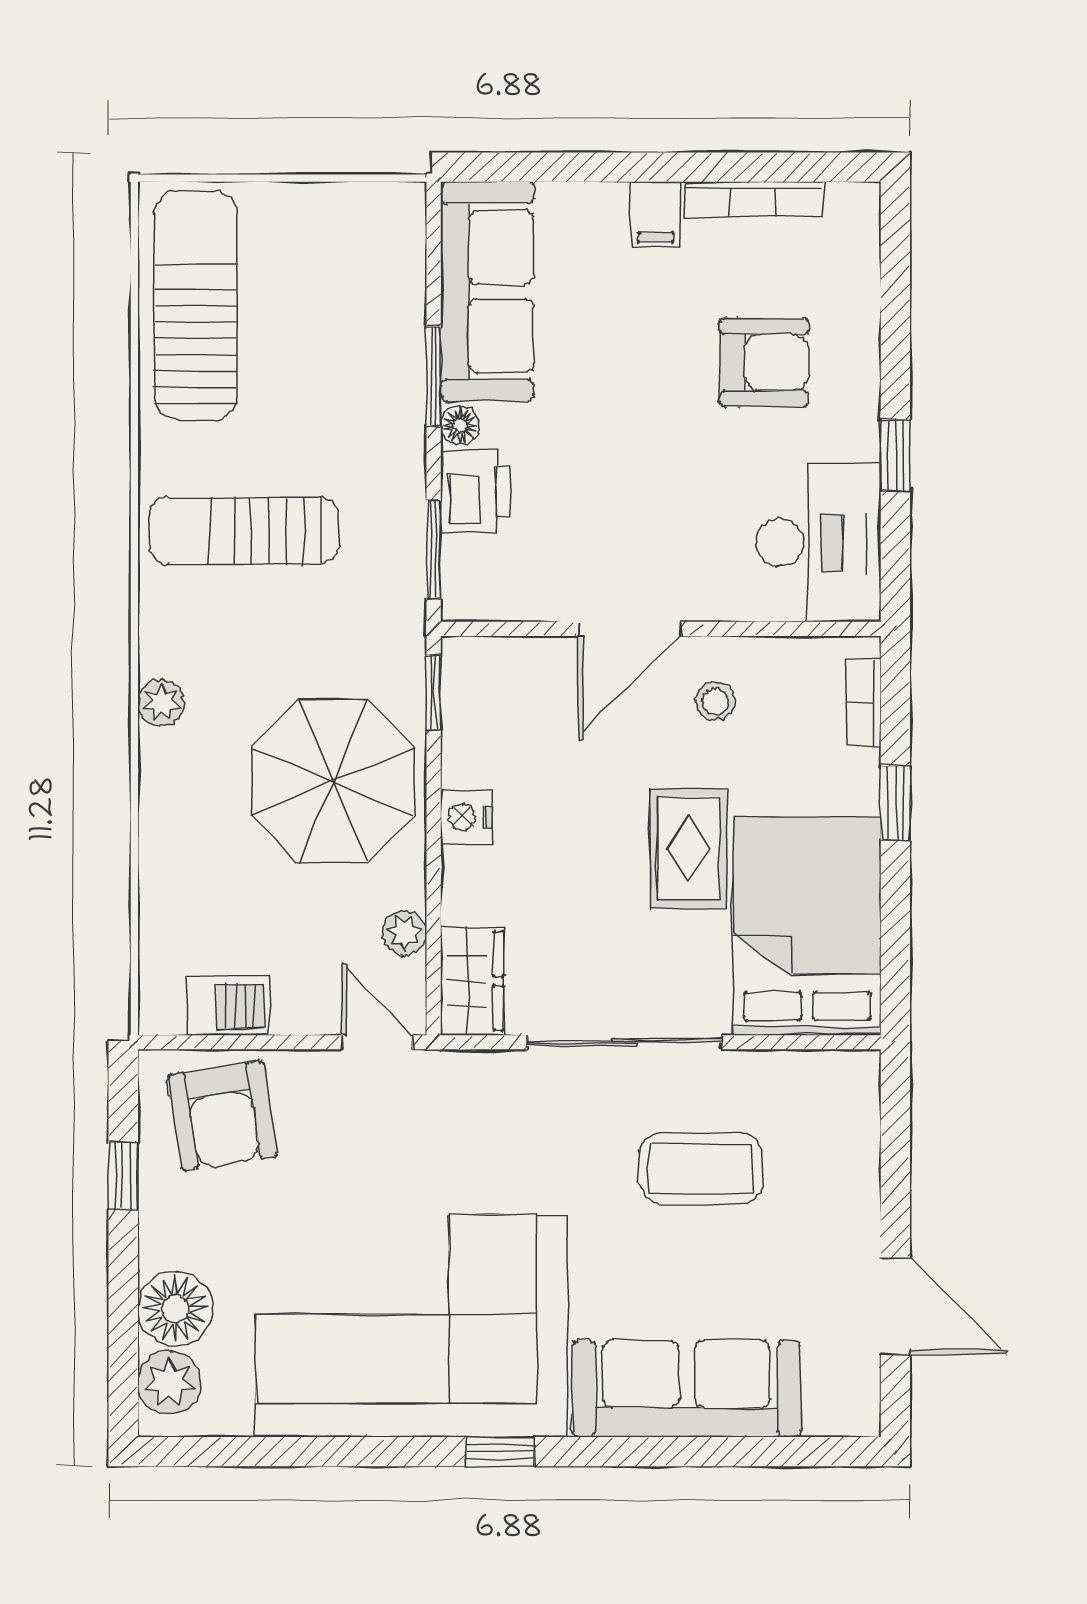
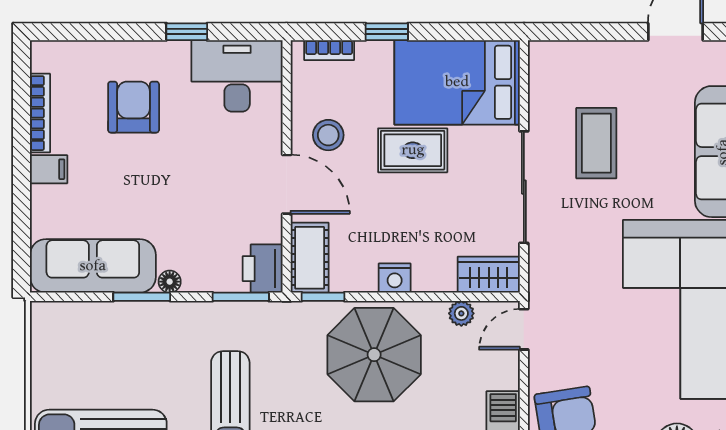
printer: (475, 491) -> (263, 269), moved, turned -90
cot: (502, 669) -> (310, 258), added
stool: (715, 701) -> (328, 135), width x1.37, depth x1.37

